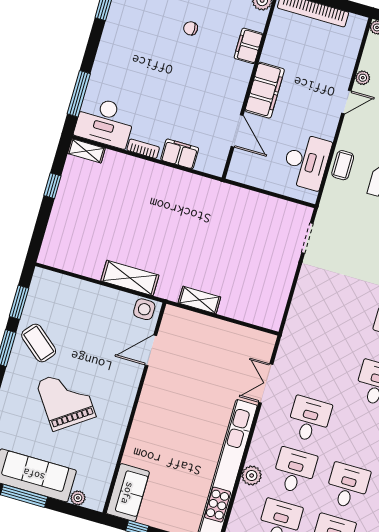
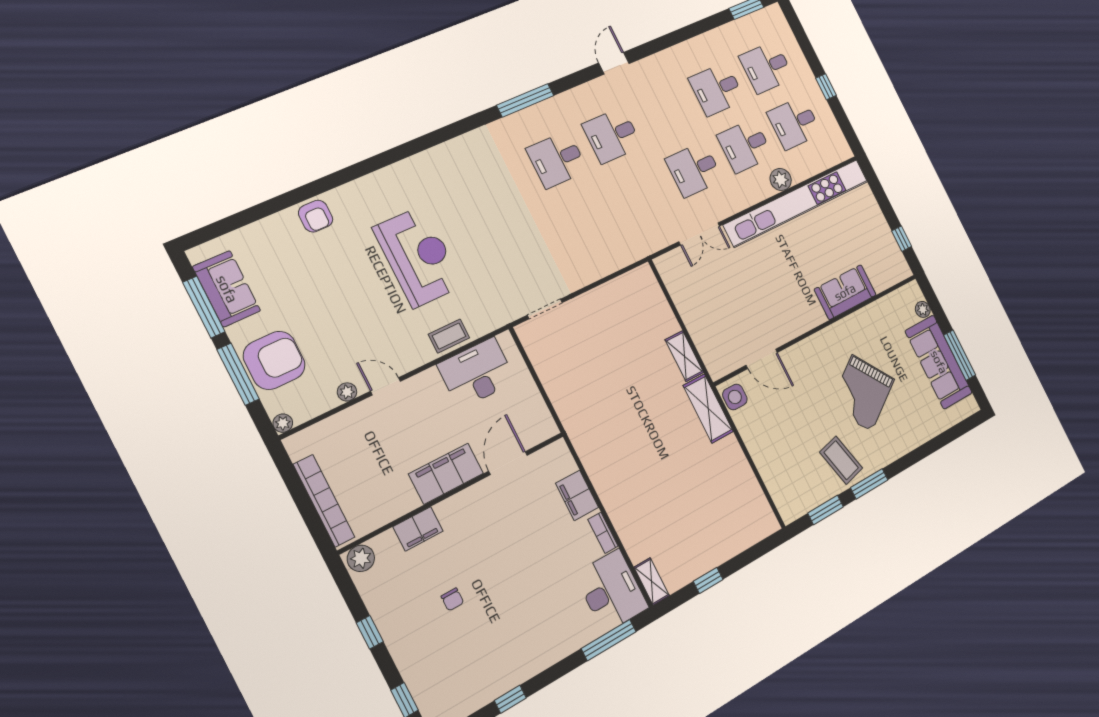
shelving: (130, 278) -> (708, 409), moved
coffee table: (39, 343) -> (841, 460), turned -54
sofa: (128, 493) -> (845, 292), moved

